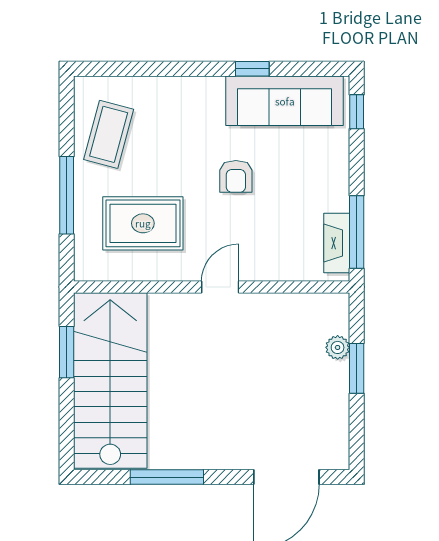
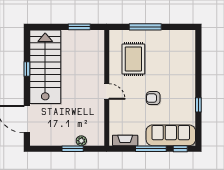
sofa: (285, 101) -> (171, 135), moved, turned 90
coffee table: (109, 134) -> (171, 45), removed
window: (357, 232) -> (151, 149), moved
stairs: (110, 380) -> (45, 67), moved, turned -90
window: (167, 477) -> (27, 69), width x0.46

